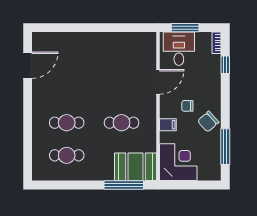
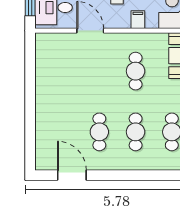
cafe table: (67, 90) -> (99, 132), added

